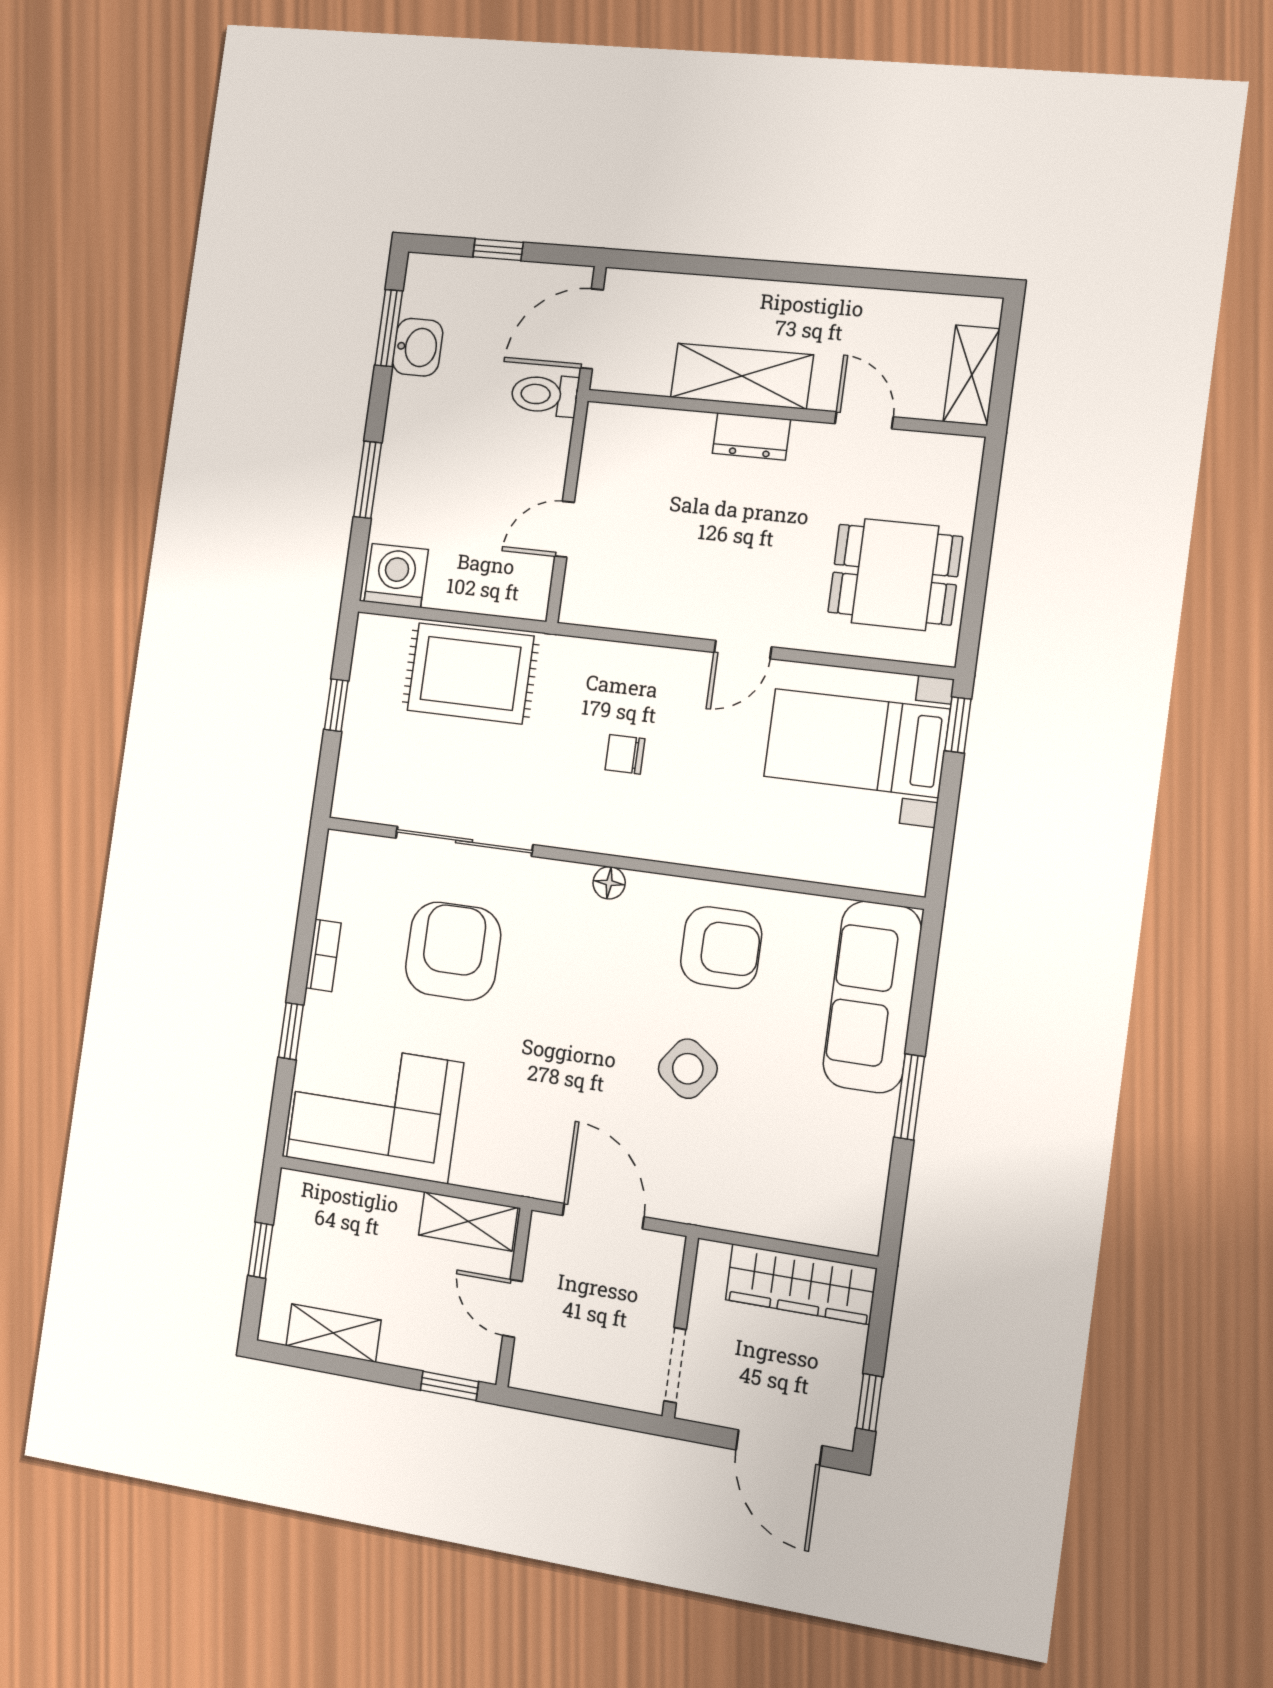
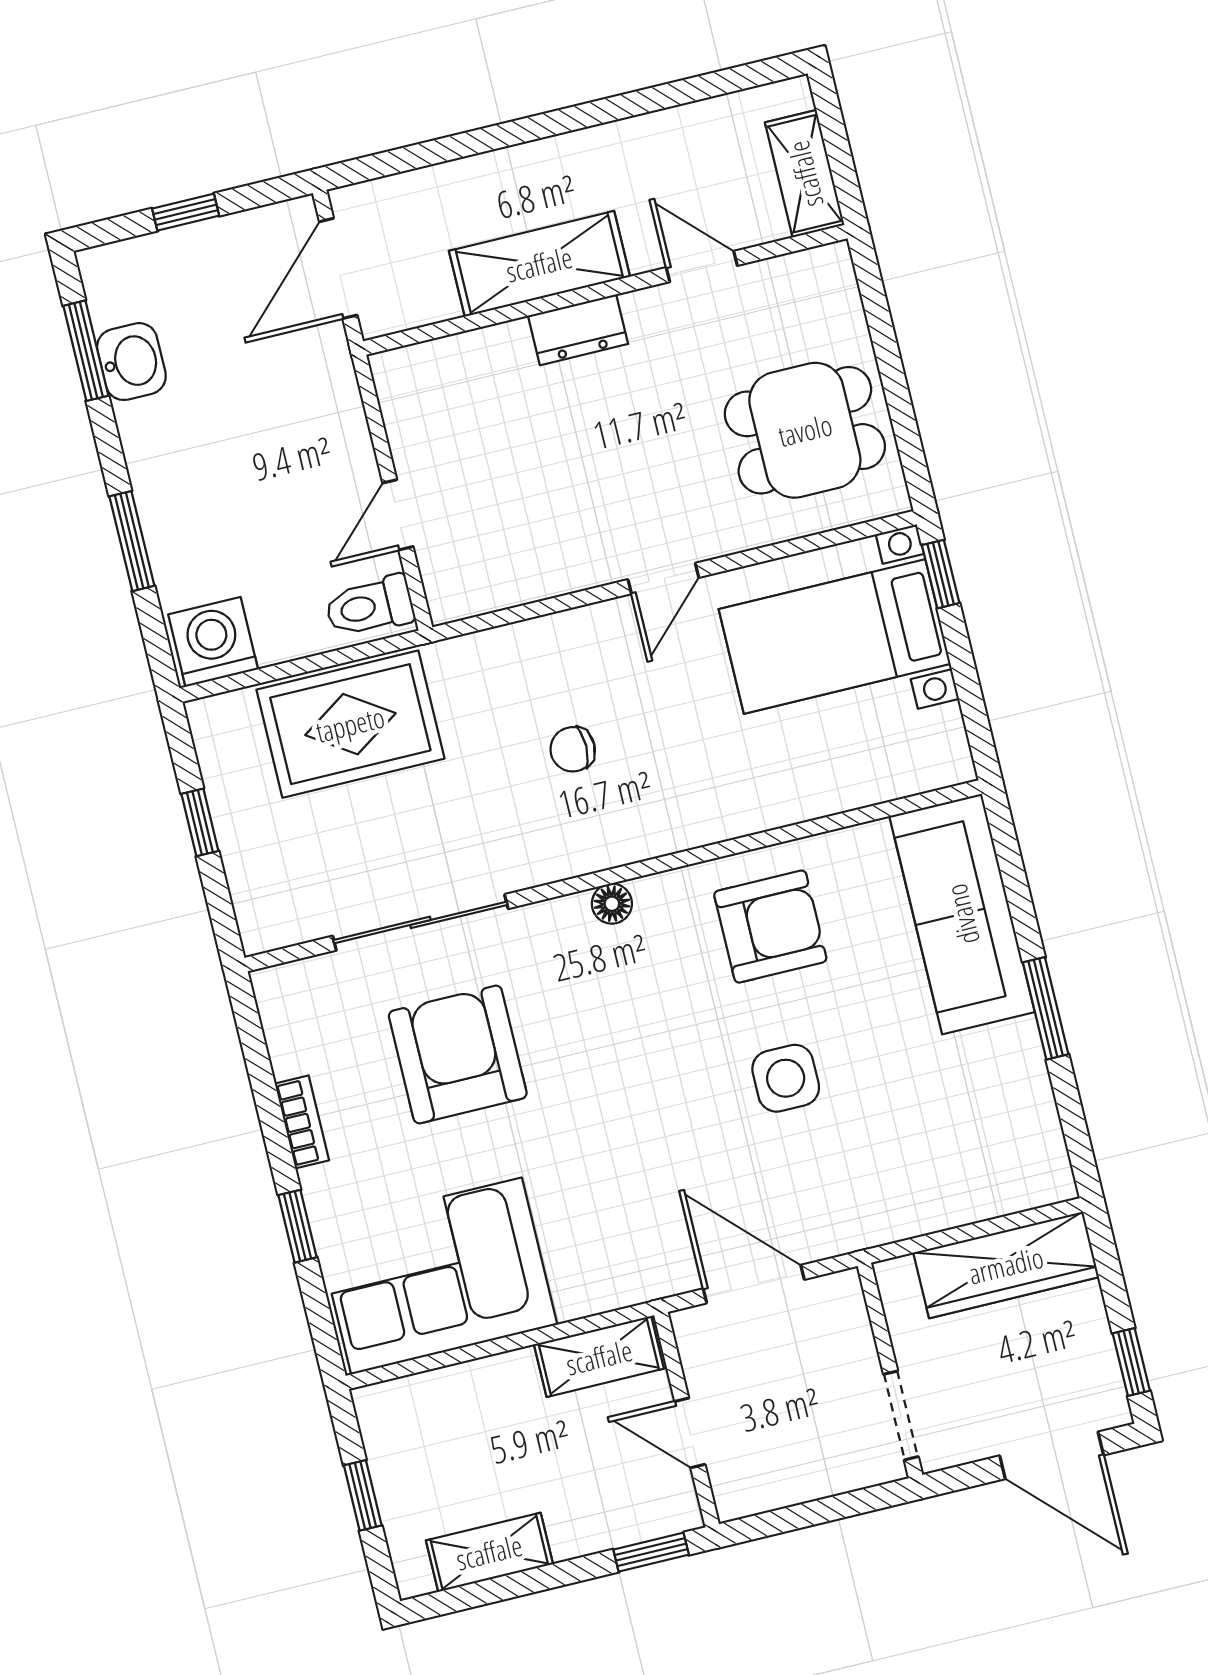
toilet: (545, 395) -> (370, 606), moved
side table: (688, 1069) -> (786, 1078), turned -36

